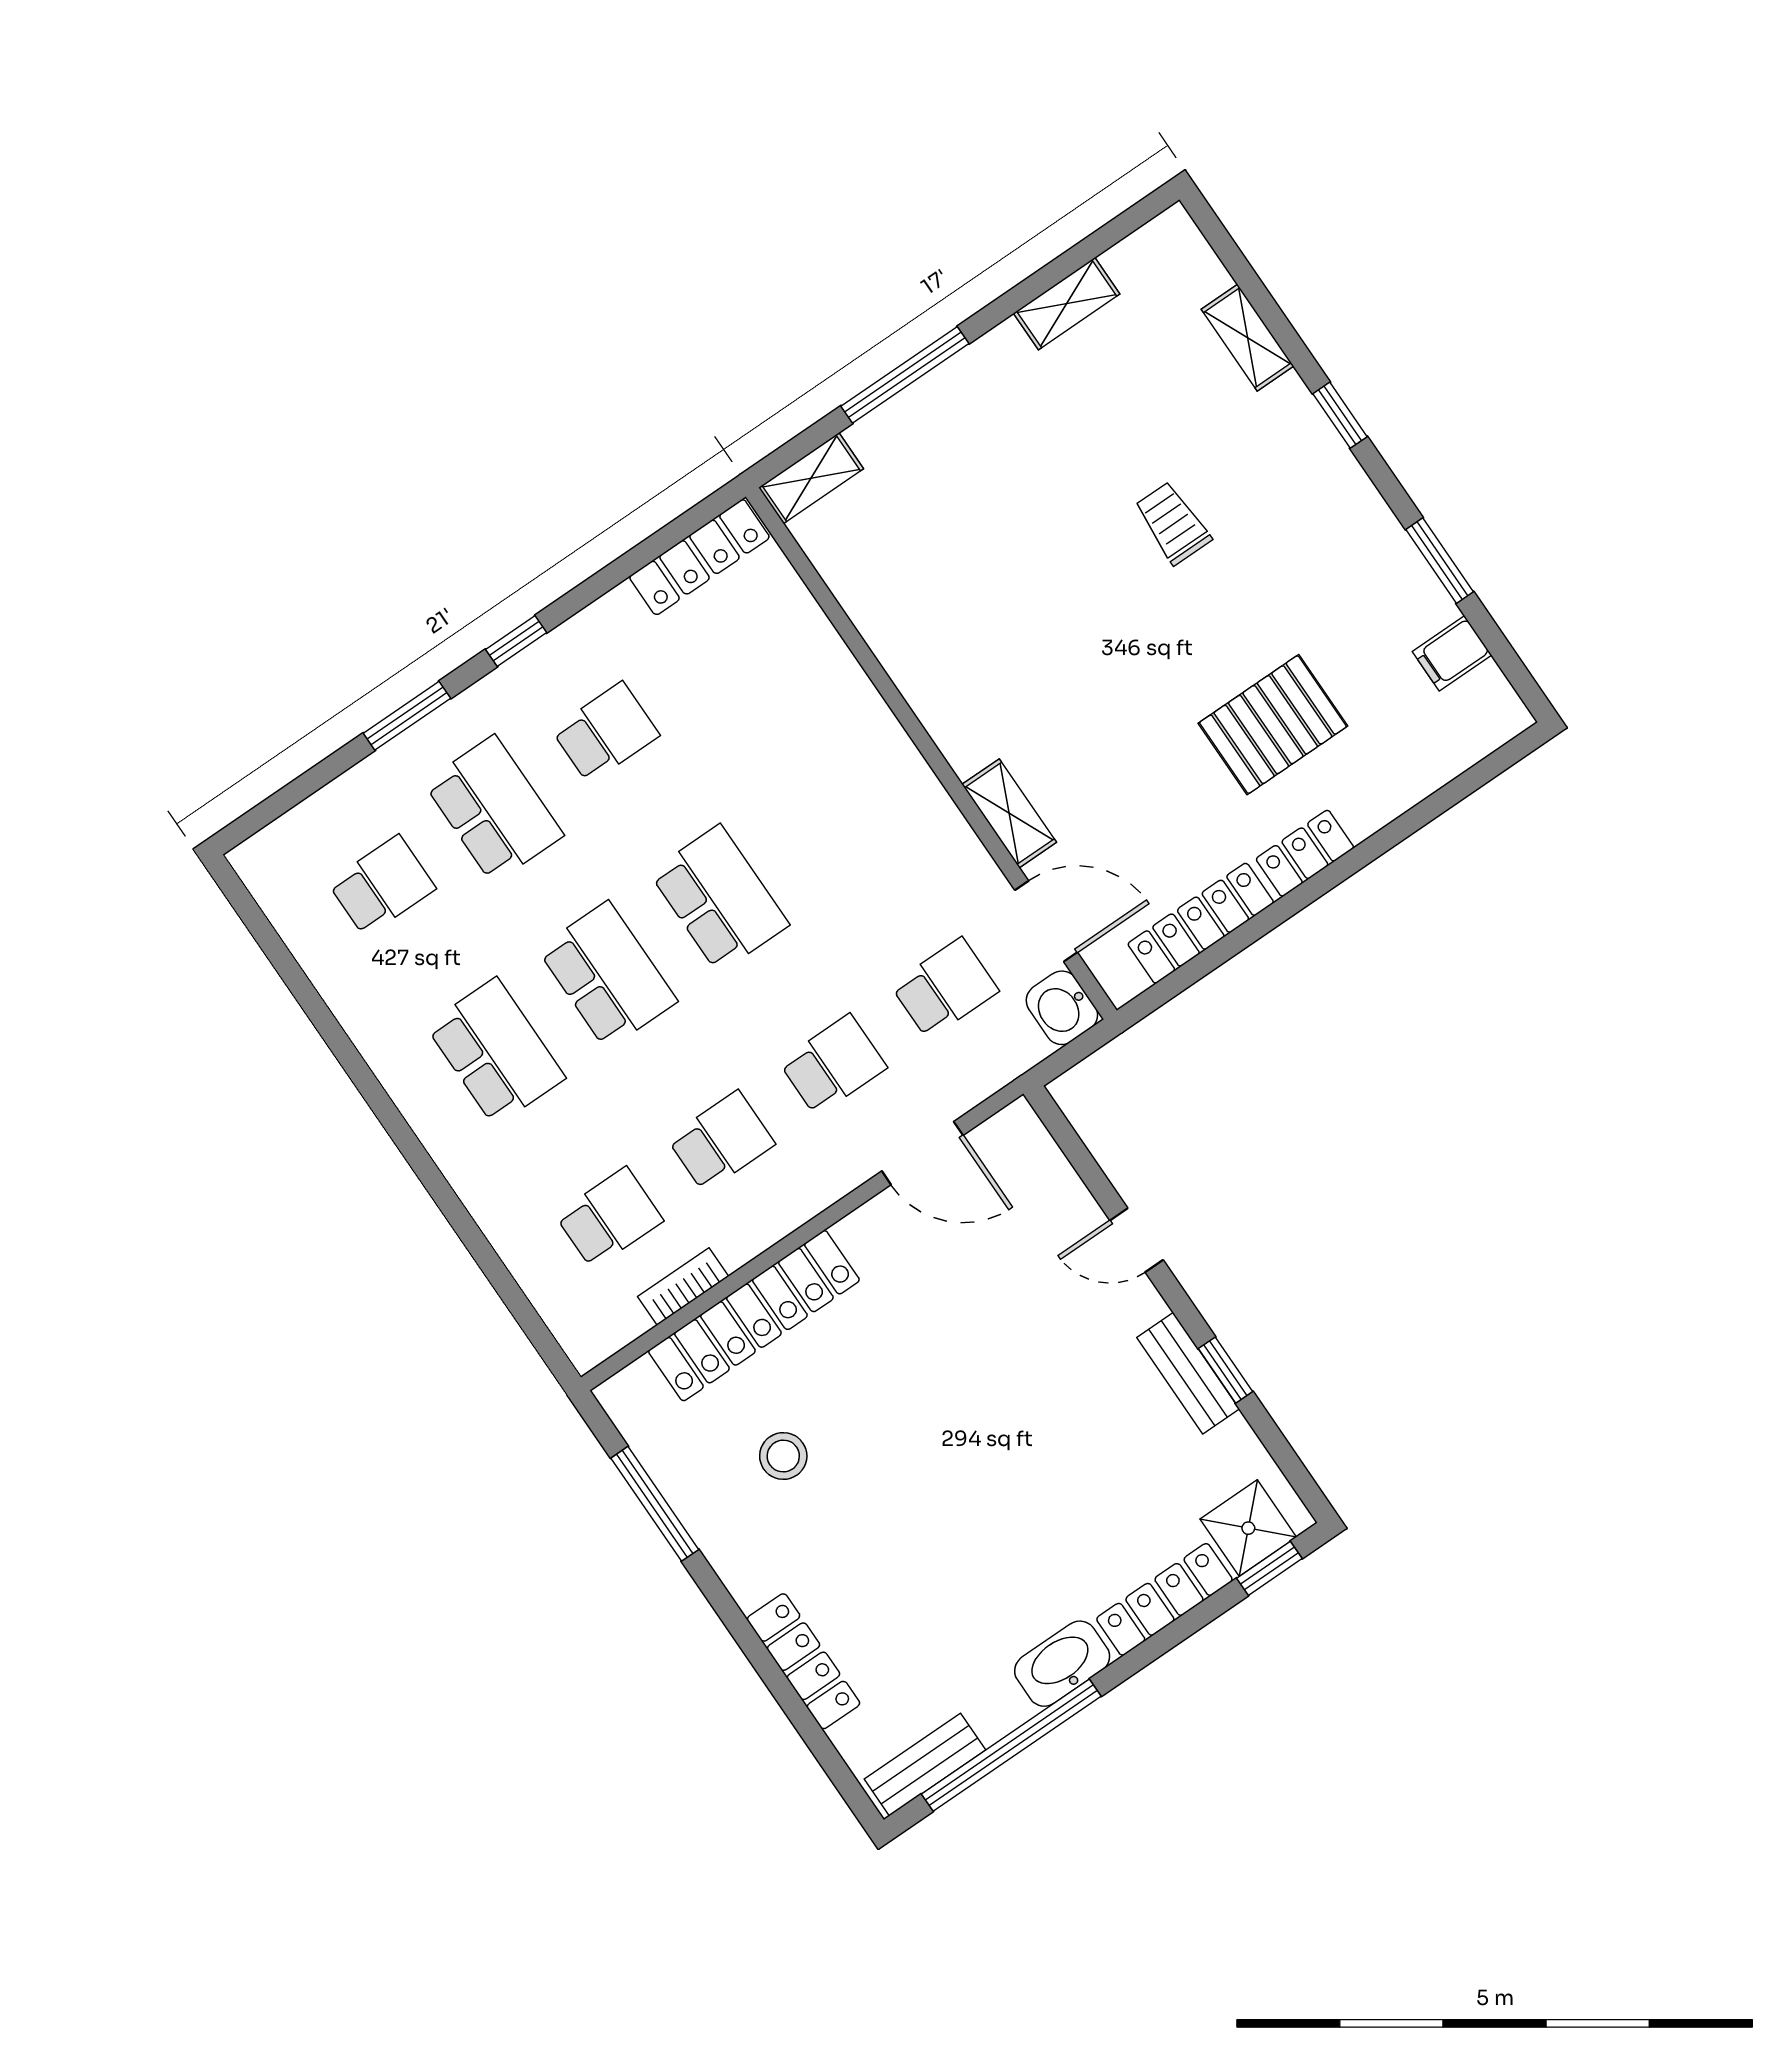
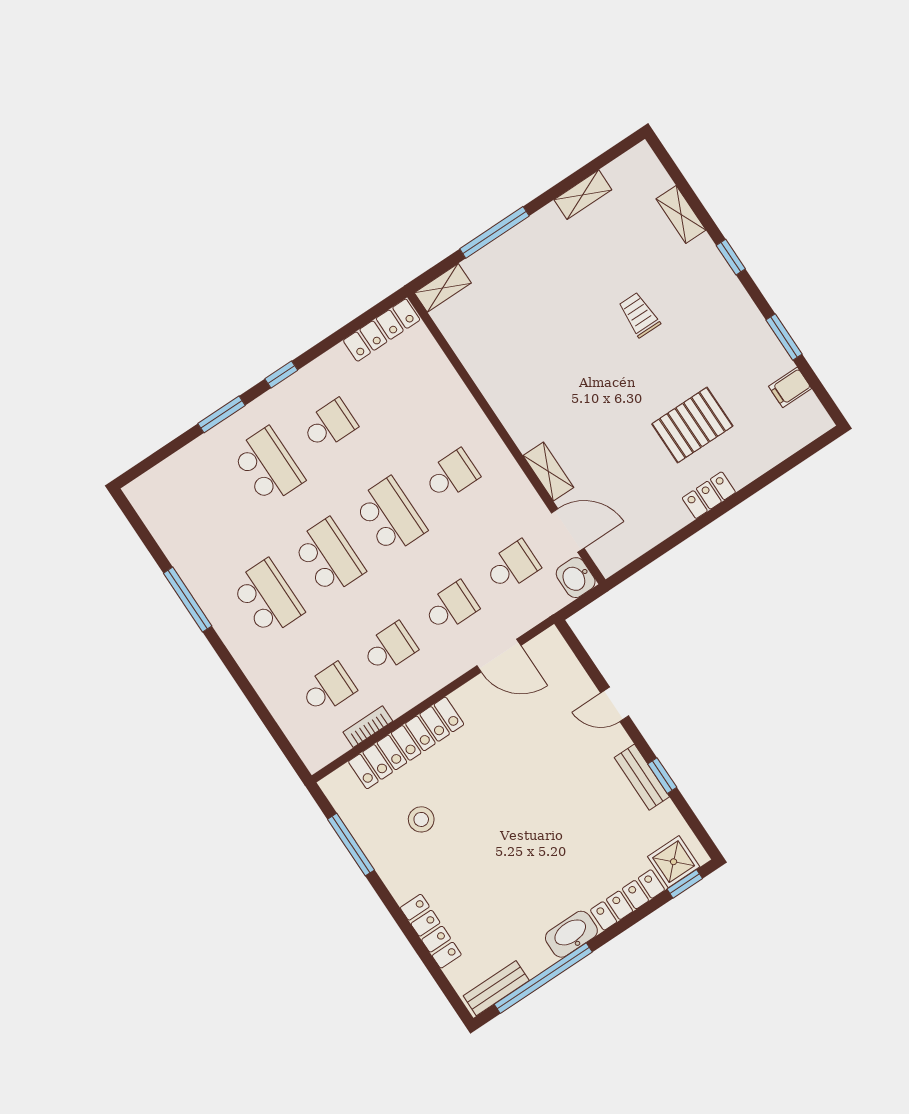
school desk: (382, 886) -> (451, 475), moved
locker: (1201, 923) -> (652, 532), removed
window: (349, 1057) -> (188, 600), added

